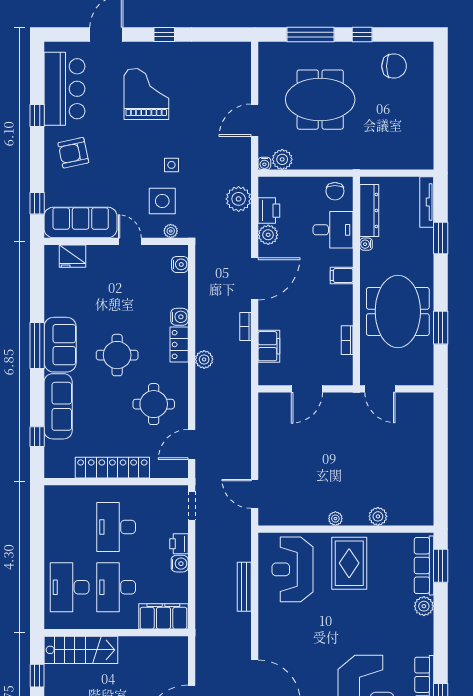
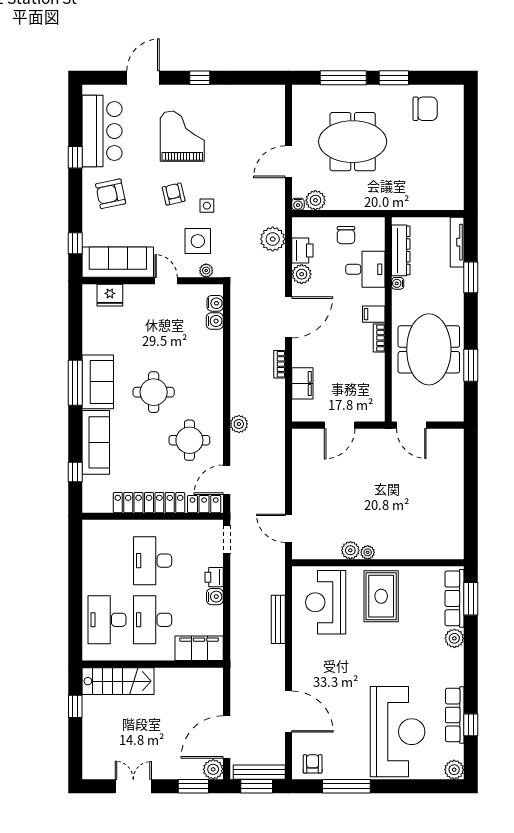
window: (362, 34) -> (394, 78), width x1.50
armchair: (138, 153) -> (174, 194), added
chair: (335, 191) -> (346, 235), moved
water cooler: (179, 317) -> (215, 321), moved
bookcase: (347, 340) -> (379, 338), moved
locker: (179, 345) -> (204, 504), moved, turned 90
plant: (204, 359) -> (239, 424), moved
plant: (378, 516) -> (350, 550), moved

